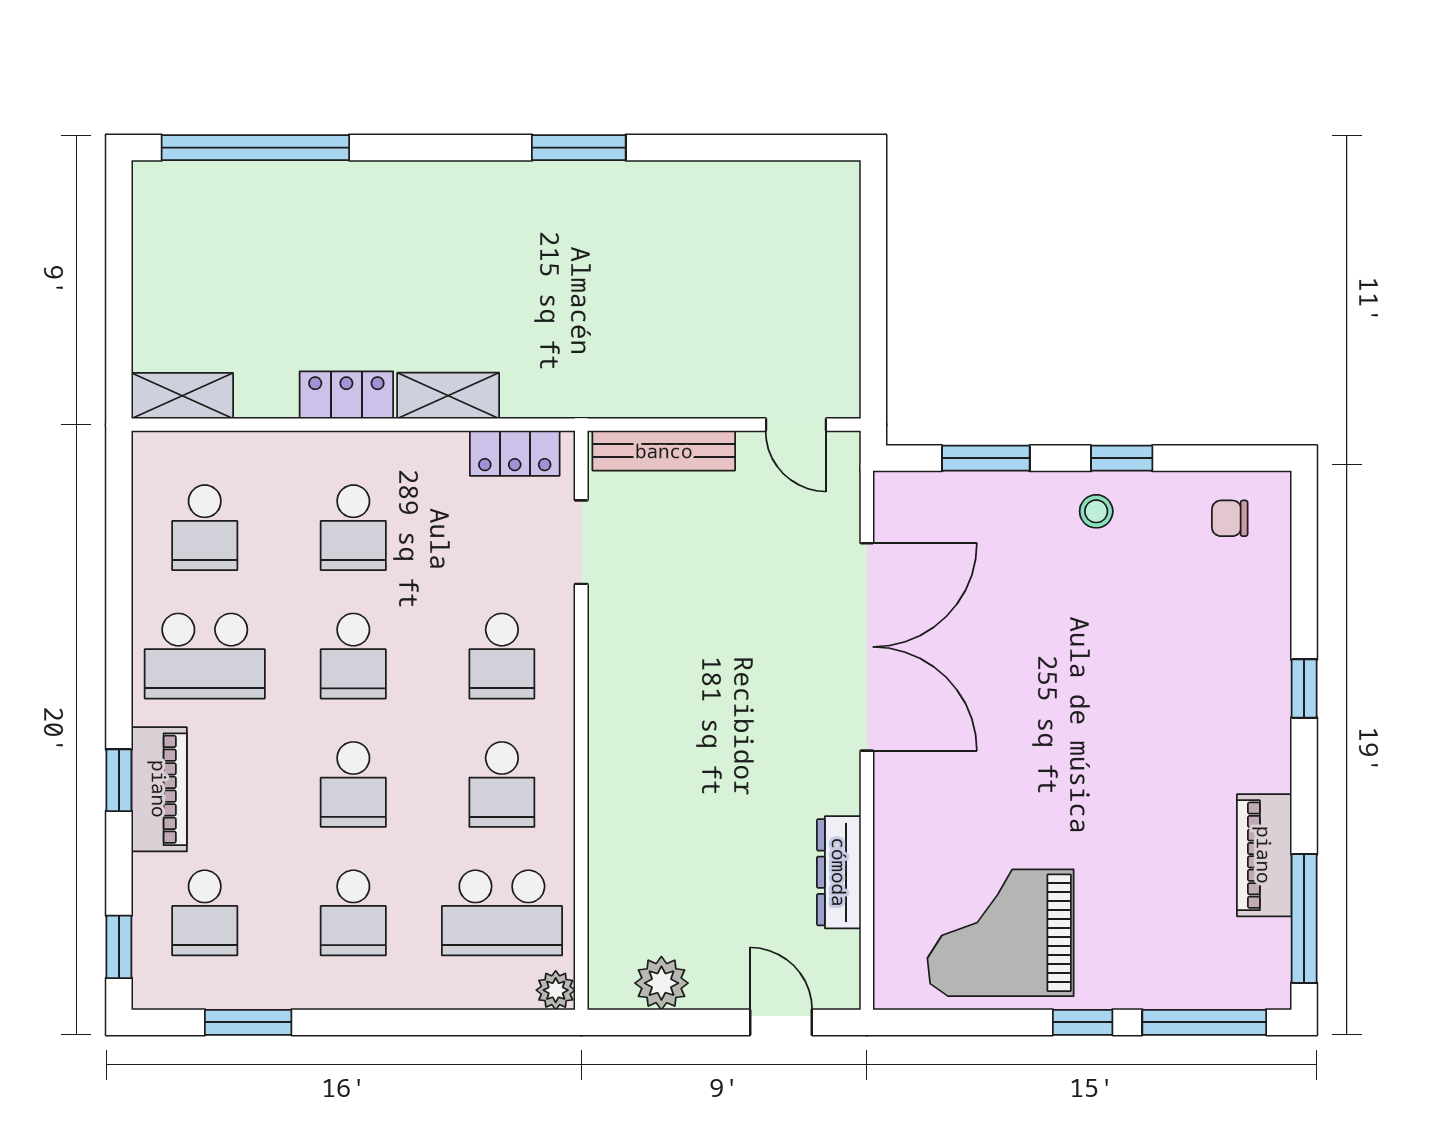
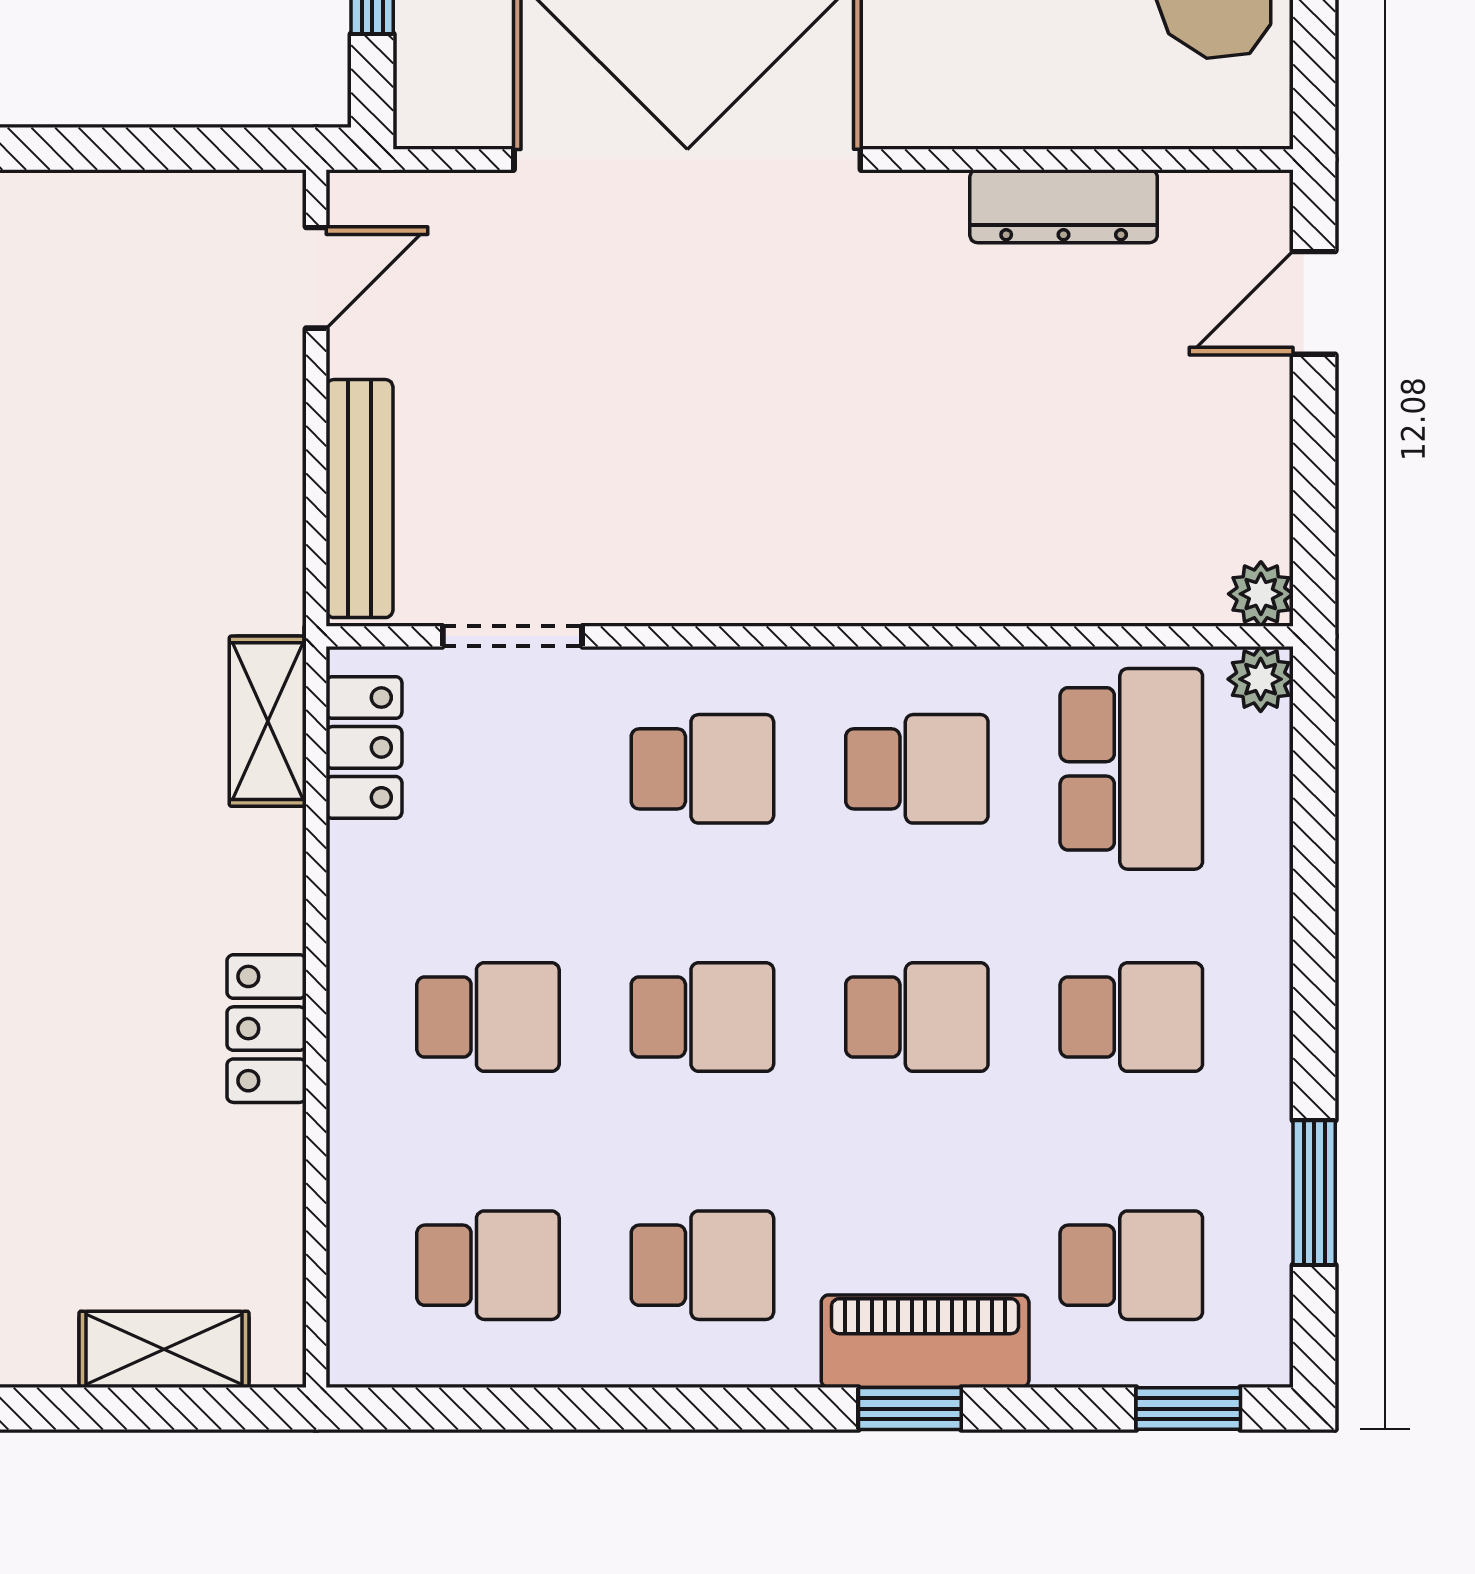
shelving: (182, 396) -> (164, 1349), moved, turned 90
shelving: (448, 396) -> (268, 721), moved
school desk: (205, 656) -> (702, 1265), width x0.54
plant: (661, 983) -> (1261, 594), moved, width x0.73, depth x0.73

